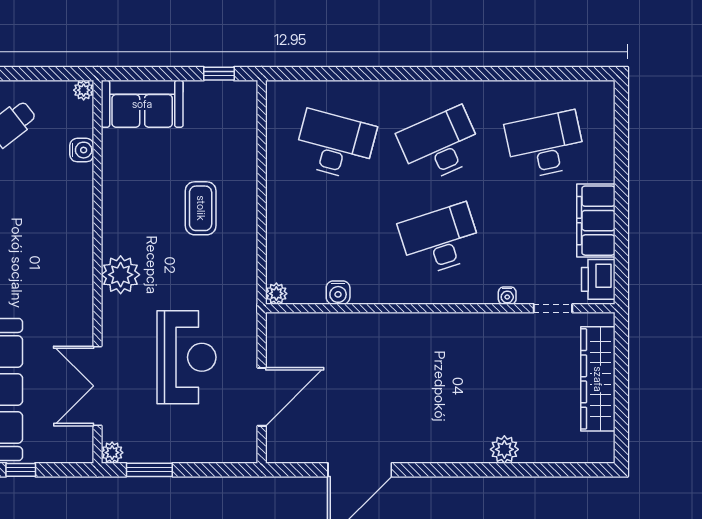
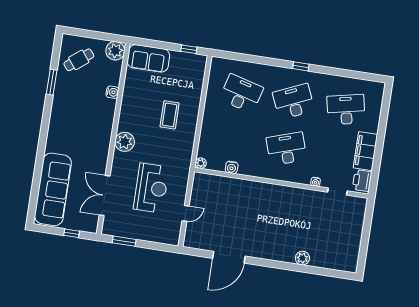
window: (444, 74) -> (301, 66), added
plant: (84, 90) -> (115, 51), width x1.87, depth x1.87
water cooler: (82, 150) -> (112, 92), moved
wardrobe: (598, 379) -> (354, 230), removed
door: (262, 397) -> (186, 213), width x0.53
plant: (112, 453) -> (107, 230), removed
window: (21, 470) -> (72, 233), moved

